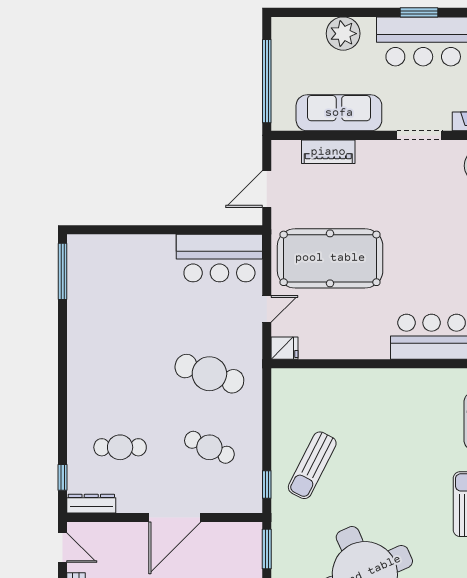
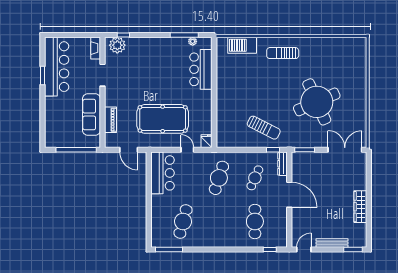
plant: (343, 34) -> (53, 112), removed
pool table: (330, 258) -> (163, 119), turned 90
cafe table: (120, 300) -> (183, 221), added
cafe table: (120, 447) -> (255, 221), width x1.37, depth x1.35
dresser: (91, 504) -> (282, 164), moved

